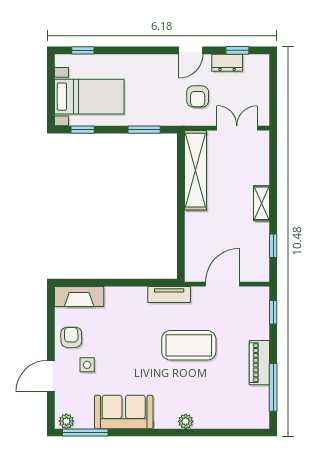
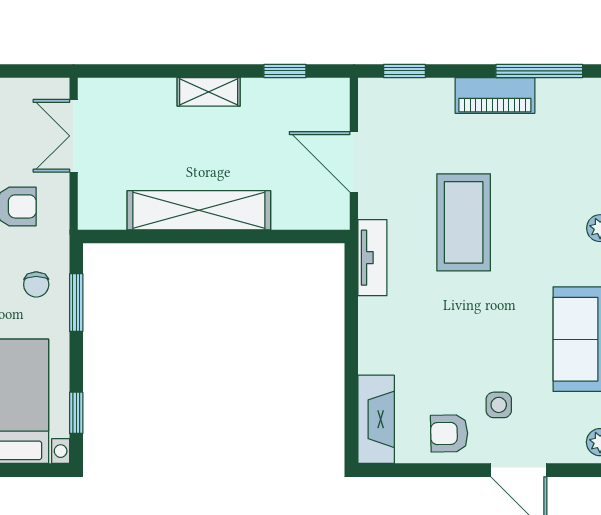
chair: (154, 107) -> (36, 285), added
shelving: (196, 170) -> (199, 210), moved

